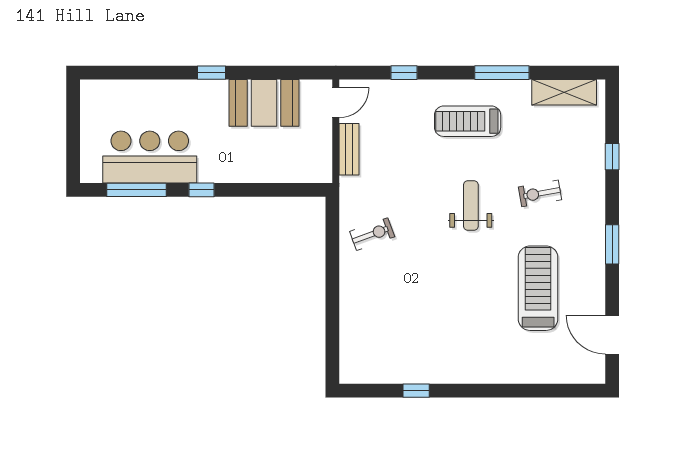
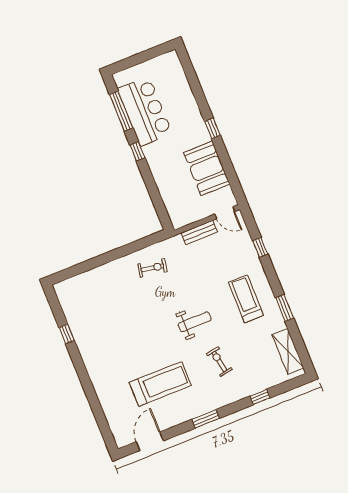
window: (502, 73) -> (285, 308), width x0.69
exercise bike: (372, 234) -> (152, 268), turned -60

